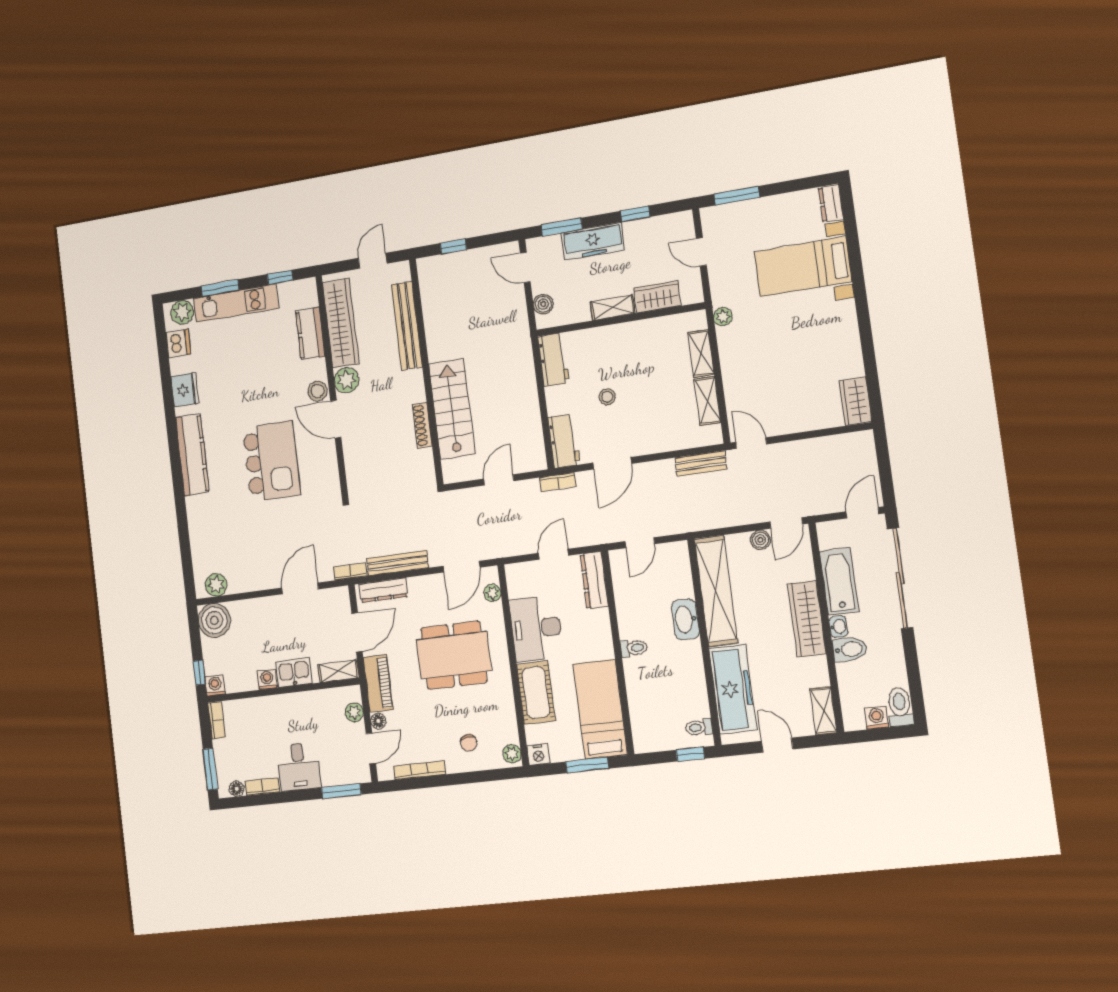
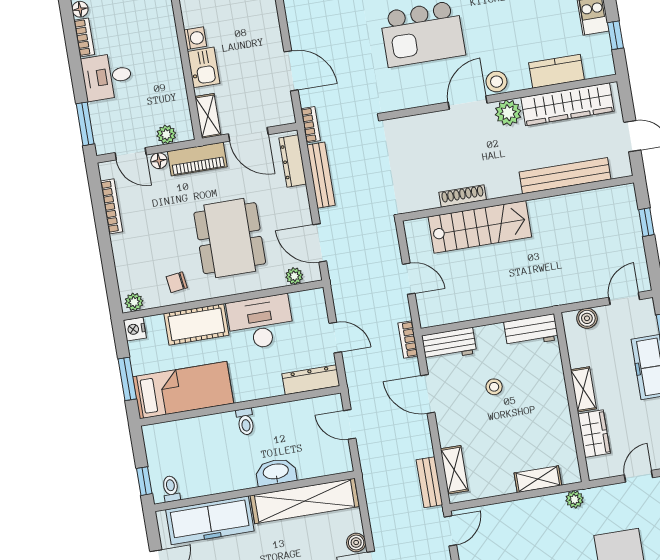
shelving: (707, 401) -> (454, 470), moved, turned 90
chair: (469, 743) -> (177, 282), moved

